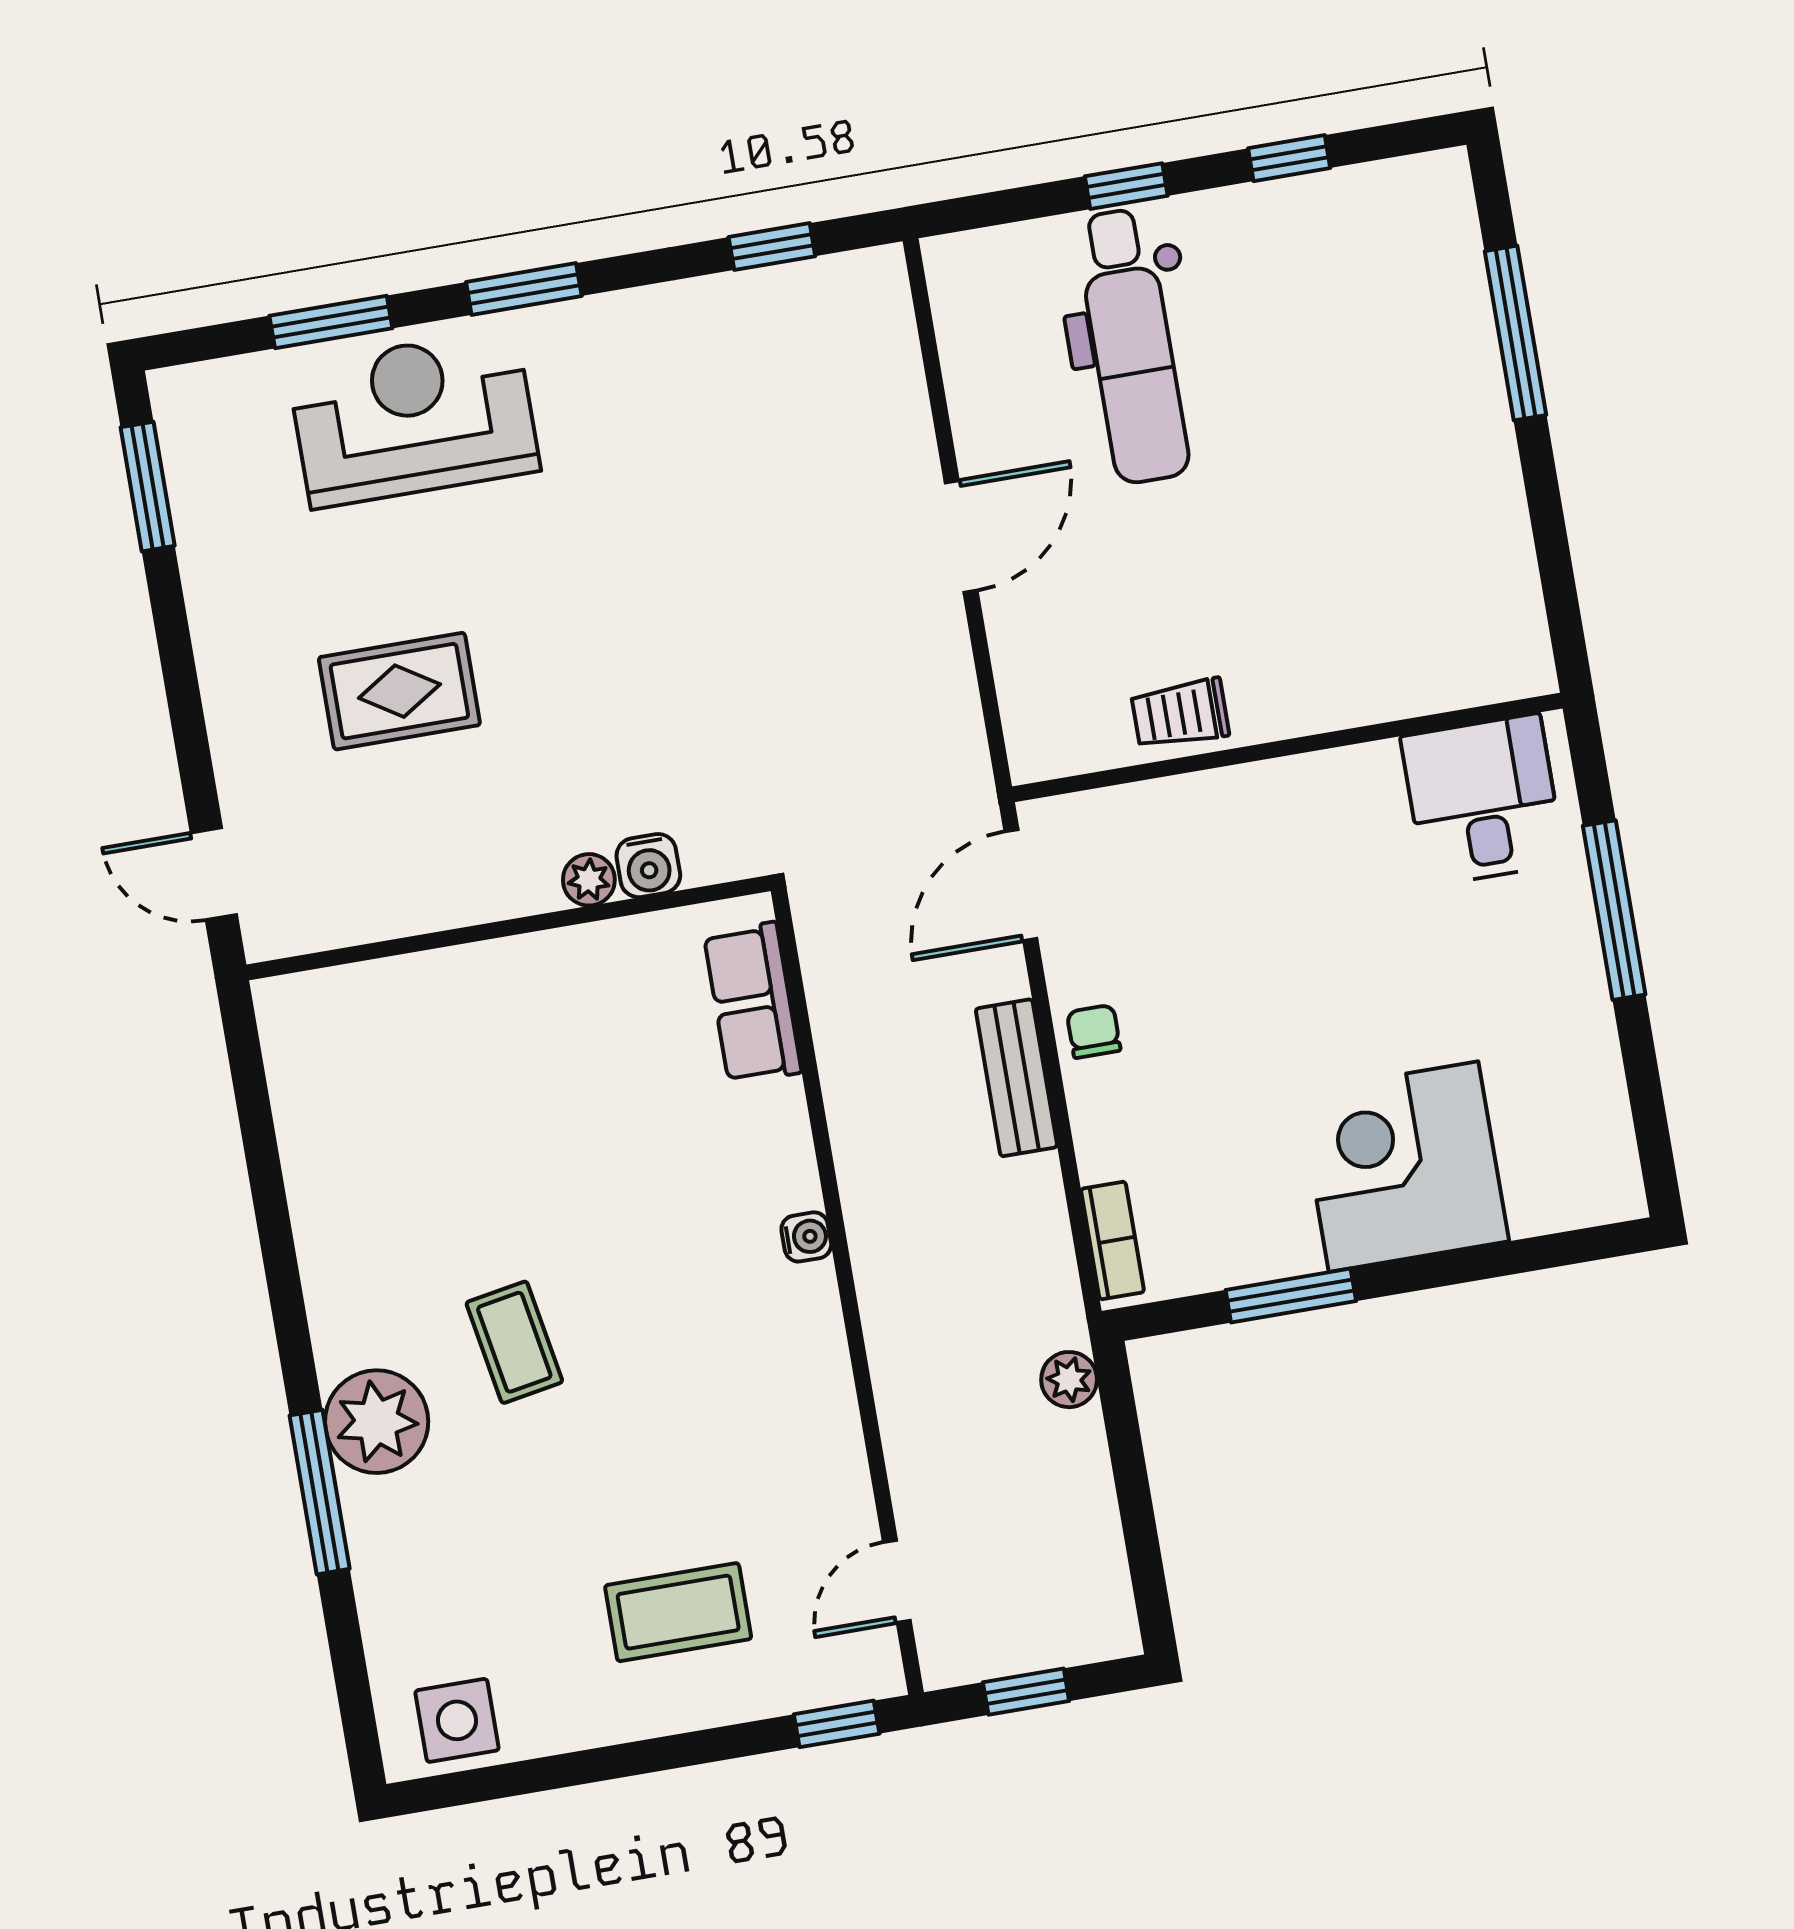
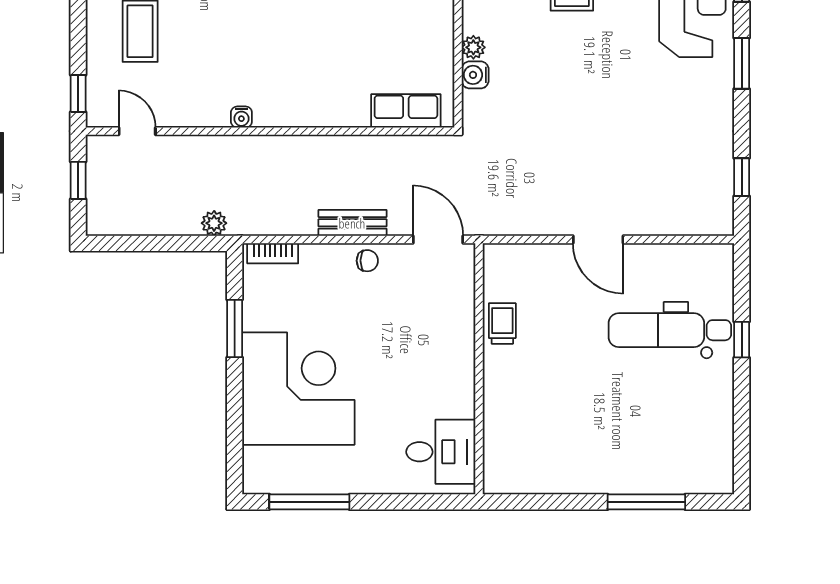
window: (1289, 158) -> (742, 414), removed
window: (1614, 910) -> (309, 502), moved
corner desk: (1404, 1167) -> (298, 389), width x1.36, depth x1.36
water cooler: (806, 1237) -> (241, 117), moved

